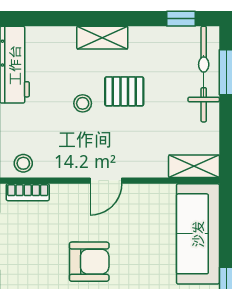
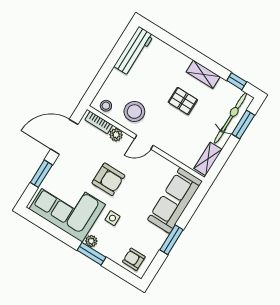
shelving: (102, 38) -> (203, 74), moved
stool: (83, 103) -> (134, 112), moved, width x1.89, depth x1.89
shelving: (194, 166) -> (208, 159), moved, turned 90
plant: (62, 194) -> (116, 135), added

